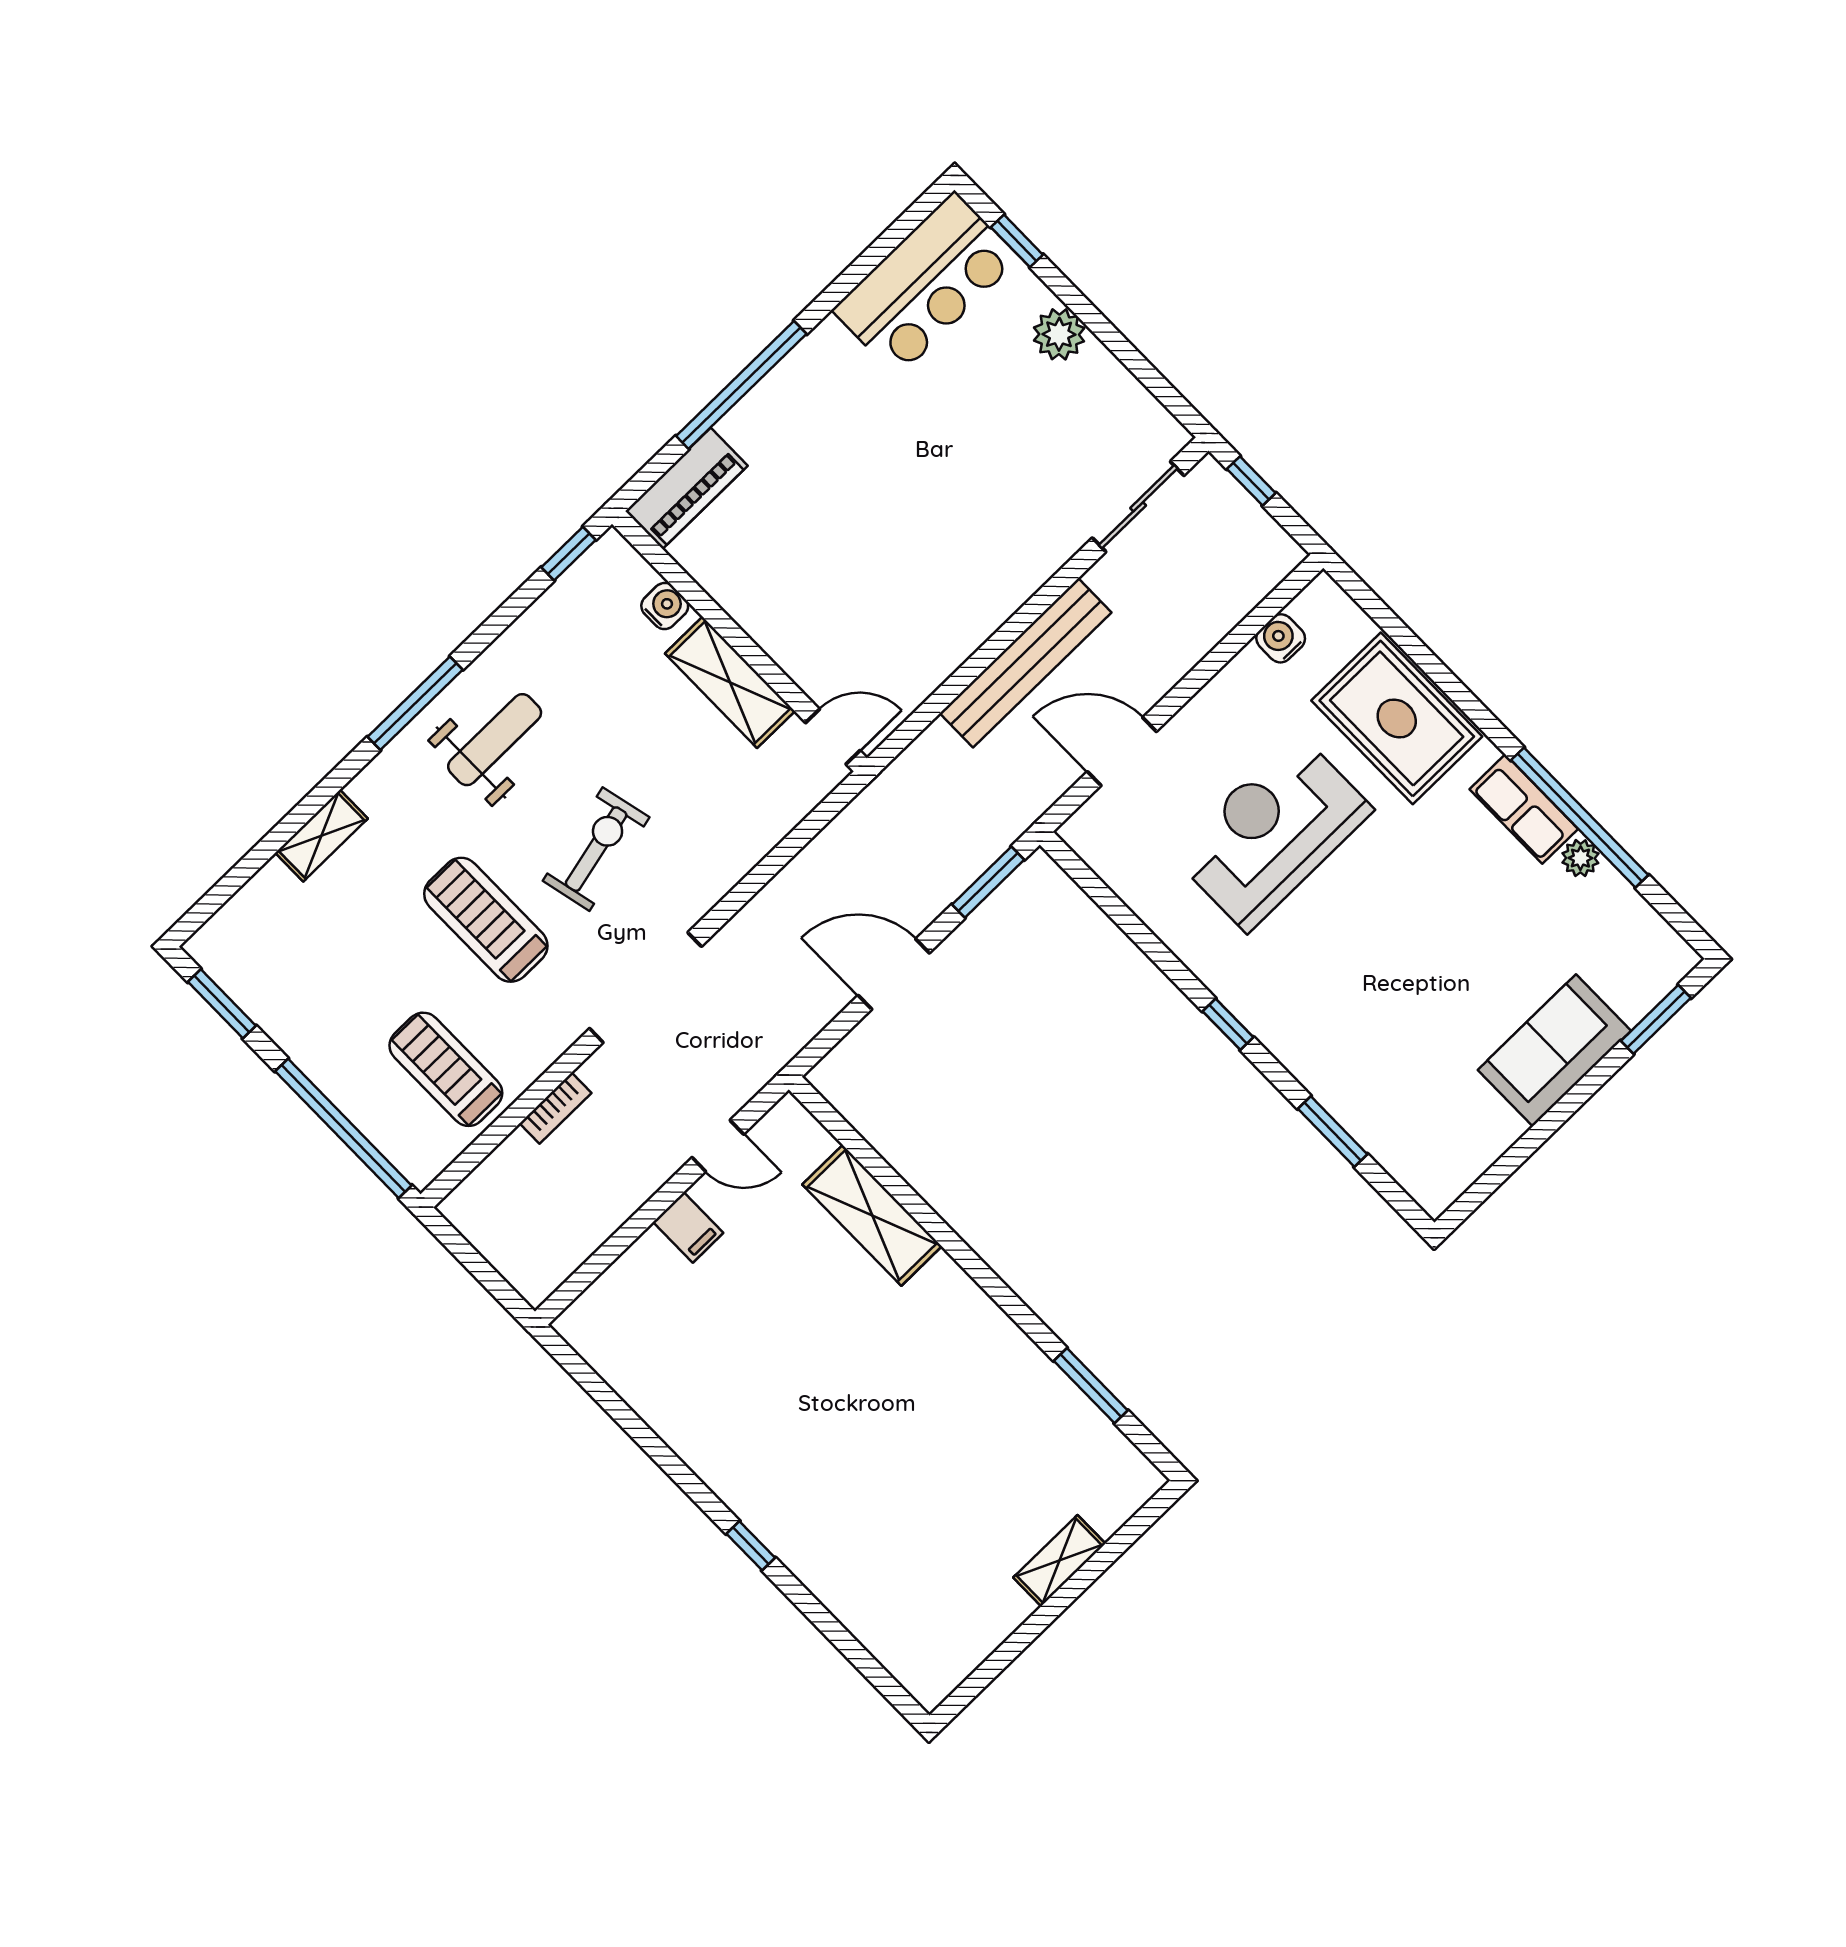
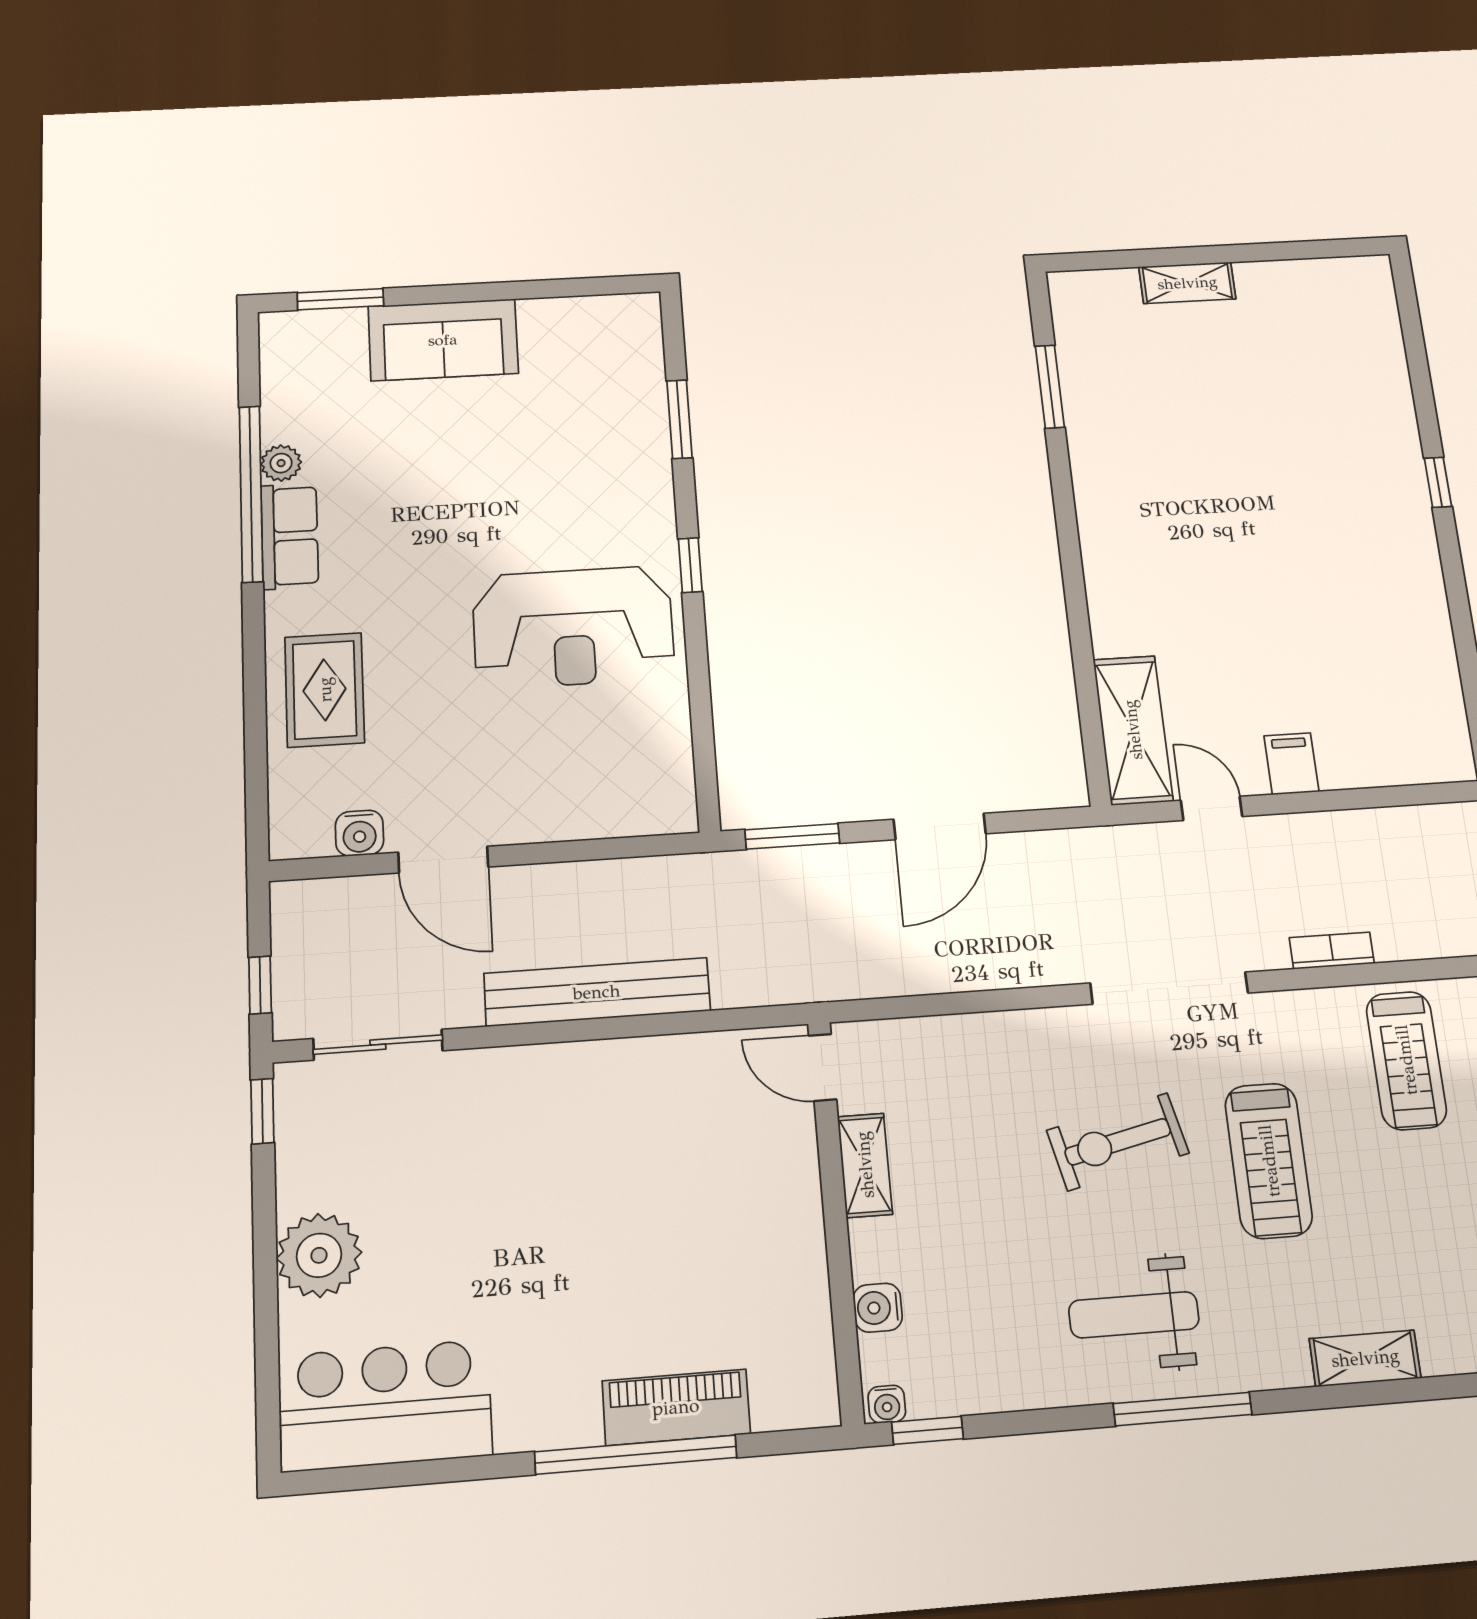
window: (1017, 241) -> (262, 1111), moved
plant: (1059, 334) -> (319, 1255), width x1.36, depth x1.36
piano: (687, 488) -> (676, 1407), moved
water cooler: (608, 549) -> (887, 1404), added
shelving: (730, 682) -> (865, 1165), width x0.67, depth x0.75
rug: (1397, 718) -> (325, 690), width x0.73, depth x0.70
door: (1122, 752) -> (443, 860), moved
reception desk: (1272, 832) -> (573, 627), moved
door: (894, 974) -> (940, 827), hinge flipped
shelving: (872, 1215) -> (1133, 730), moved

